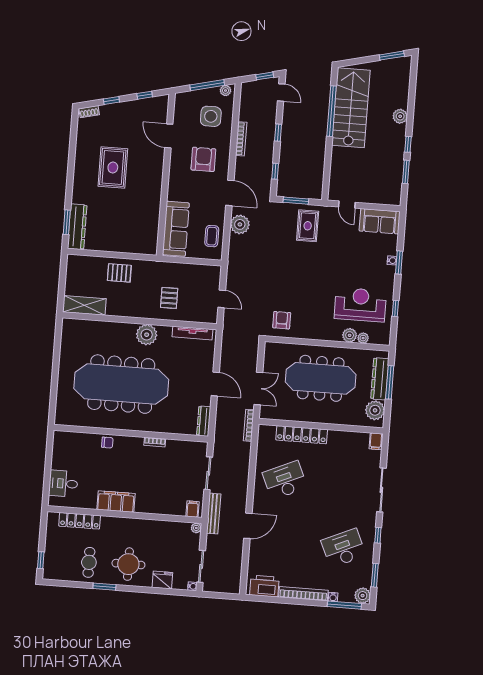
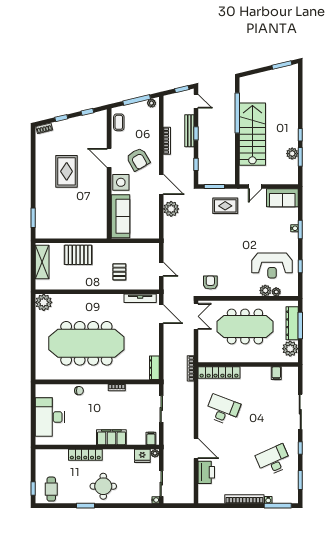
stairs: (351, 108) -> (252, 134), moved
side table: (211, 116) -> (121, 182), moved
plant: (400, 116) -> (292, 154), moved
door: (169, 136) -> (109, 158), moved
armchair: (203, 159) -> (138, 159), turned 150
door: (347, 205) -> (255, 187), hinge flipped
rug: (308, 226) -> (225, 206), turned 90
dresser: (77, 227) -> (42, 221), removed
coffee table: (212, 236) -> (119, 122), moved
pallet: (119, 273) -> (78, 255), width x1.50, depth x1.42
shelving: (84, 305) -> (42, 262), moved, turned 90
reception desk: (360, 305) -> (272, 265), turned 180
plant: (147, 335) -> (44, 302), moved
door: (215, 384) -> (161, 314), moved
double door: (258, 389) -> (196, 316), moved
locker: (302, 435) -> (219, 373), moved
filing cabinet: (376, 441) -> (276, 373), moved
desk: (285, 480) -> (223, 410), turned 45
desk: (63, 484) -> (50, 417), width x1.87, depth x1.30
filing cabinet: (116, 502) -> (111, 437), moved
bench: (214, 514) -> (189, 131), moved
locker: (80, 521) -> (85, 455), moved
door: (248, 526) -> (196, 448), hinge flipped
cafe table: (89, 562) -> (51, 489), moved
fridge: (162, 580) -> (142, 456), moved, turned 180
printer: (264, 586) -> (206, 472), moved, turned 90
plant: (363, 596) -> (292, 497), removed

